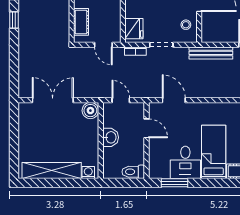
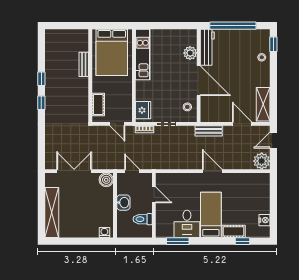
bench: (211, 53) -> (209, 131), width x0.73
door: (174, 100) -> (212, 171), moved
shelving: (52, 171) -> (52, 213), moved, turned 90
toilet: (133, 172) -> (143, 219), moved

